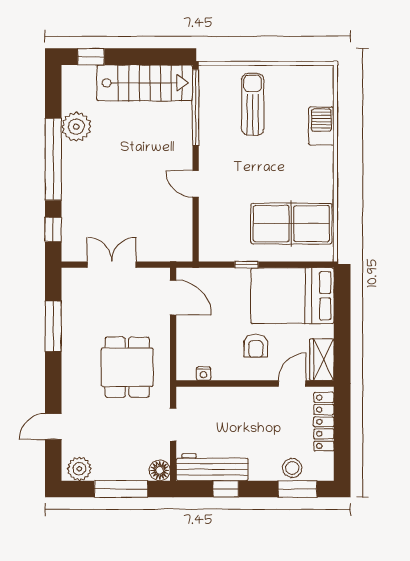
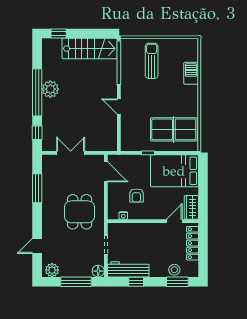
plant: (76, 127) -> (50, 89), moved
armchair: (256, 346) -> (136, 195), moved

